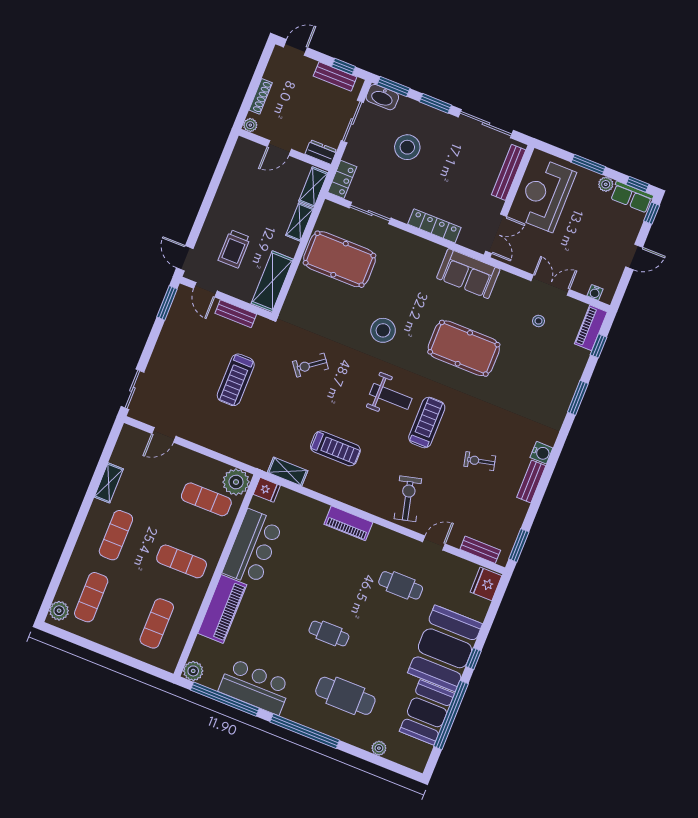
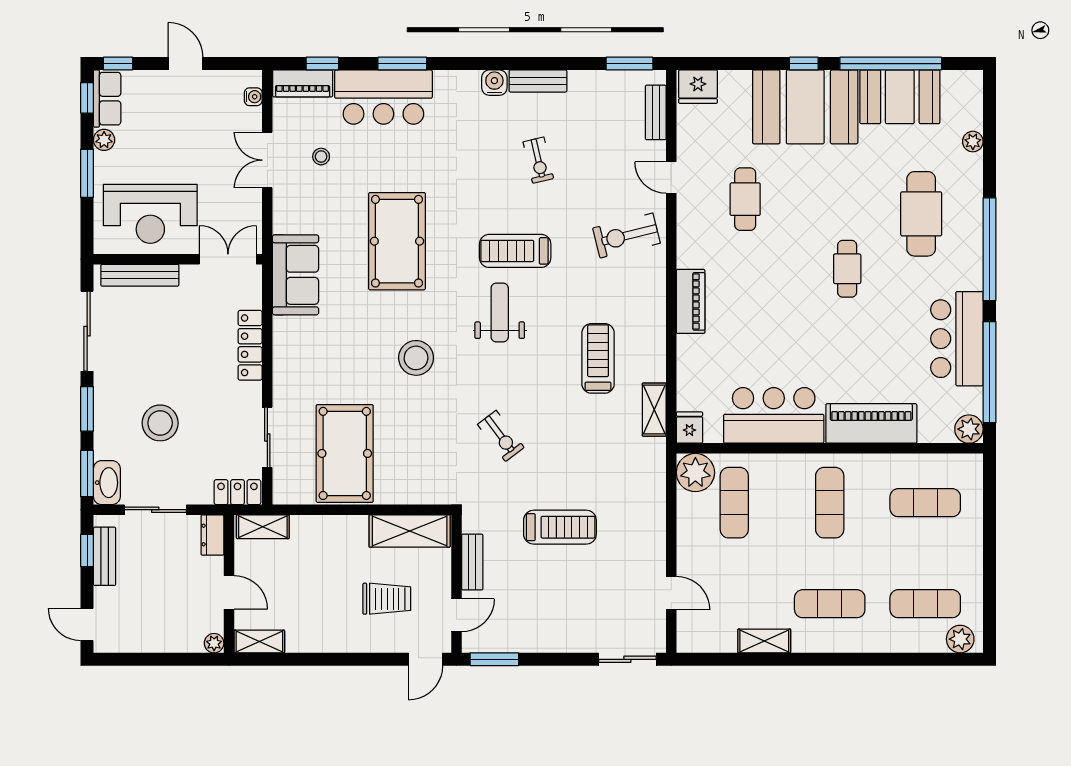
shoe rack: (261, 96) -> (171, 645), removed
shelving: (300, 222) -> (259, 642), moved
bar counter: (561, 377) -> (383, 97), added

